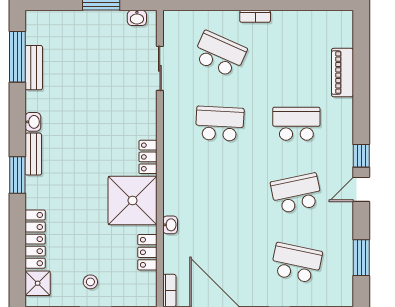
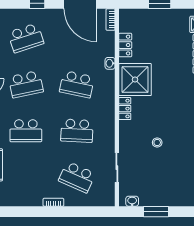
school desk: (220, 193) -> (77, 84), added
school desk: (296, 263) -> (26, 38), turned -30
stool: (90, 282) -> (157, 143), moved

